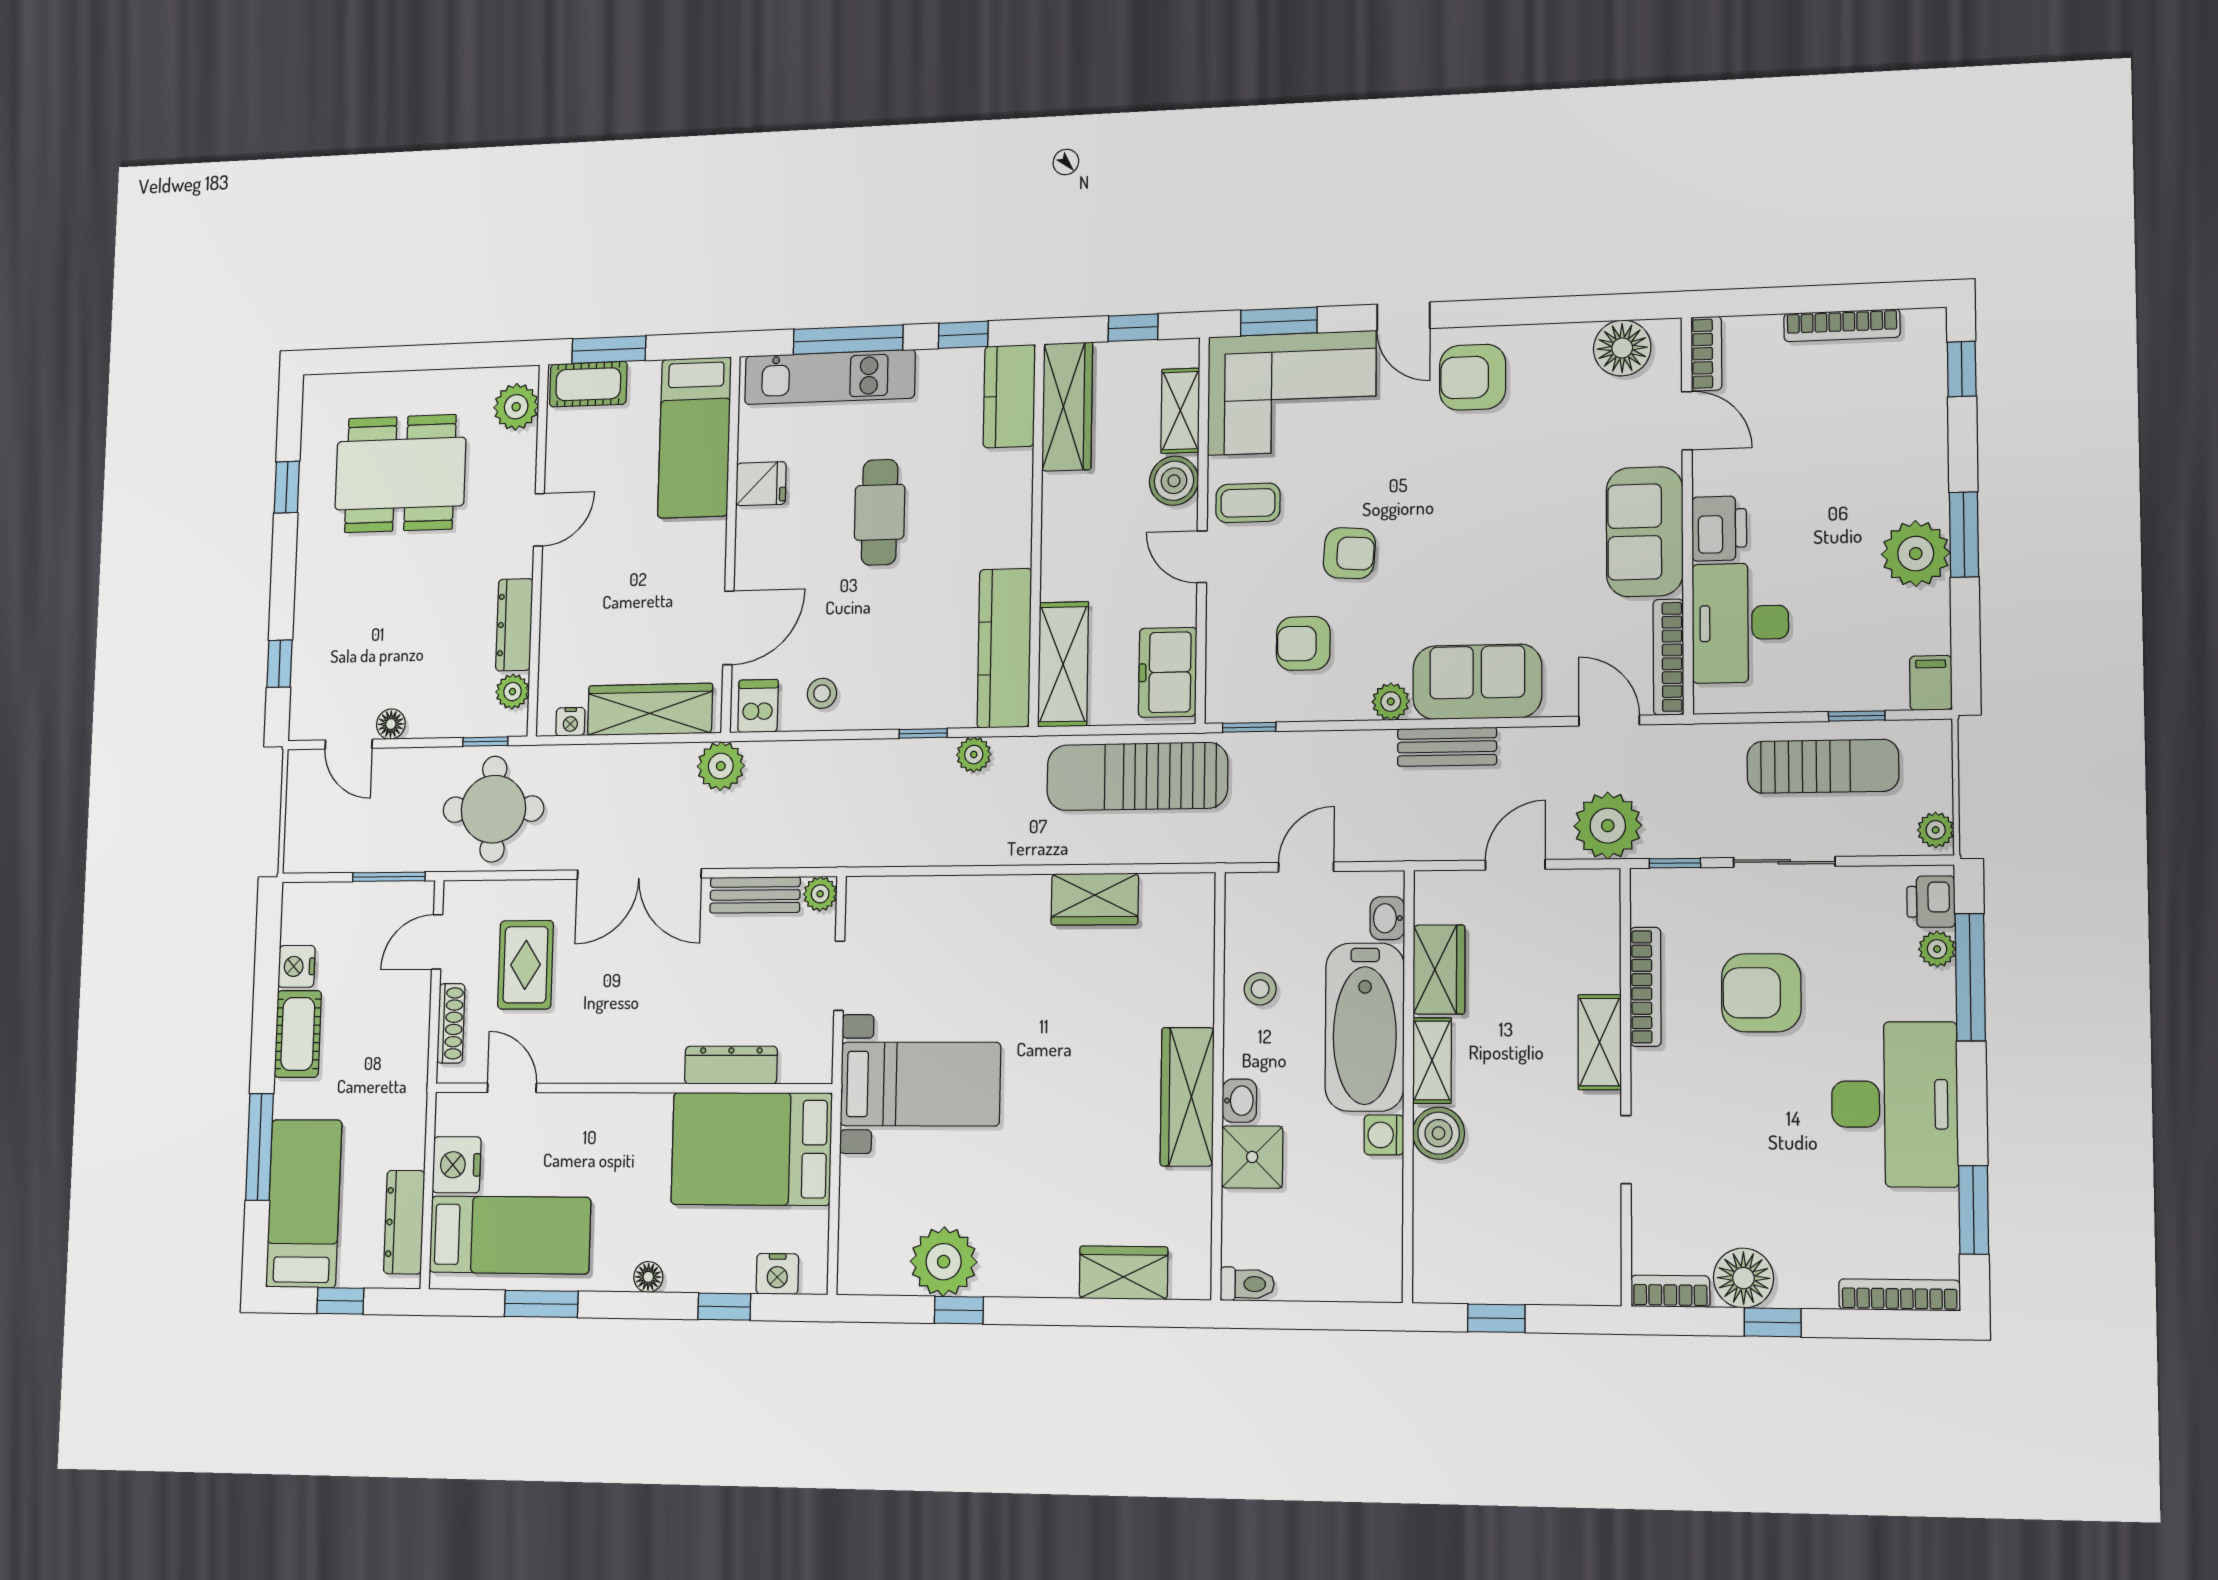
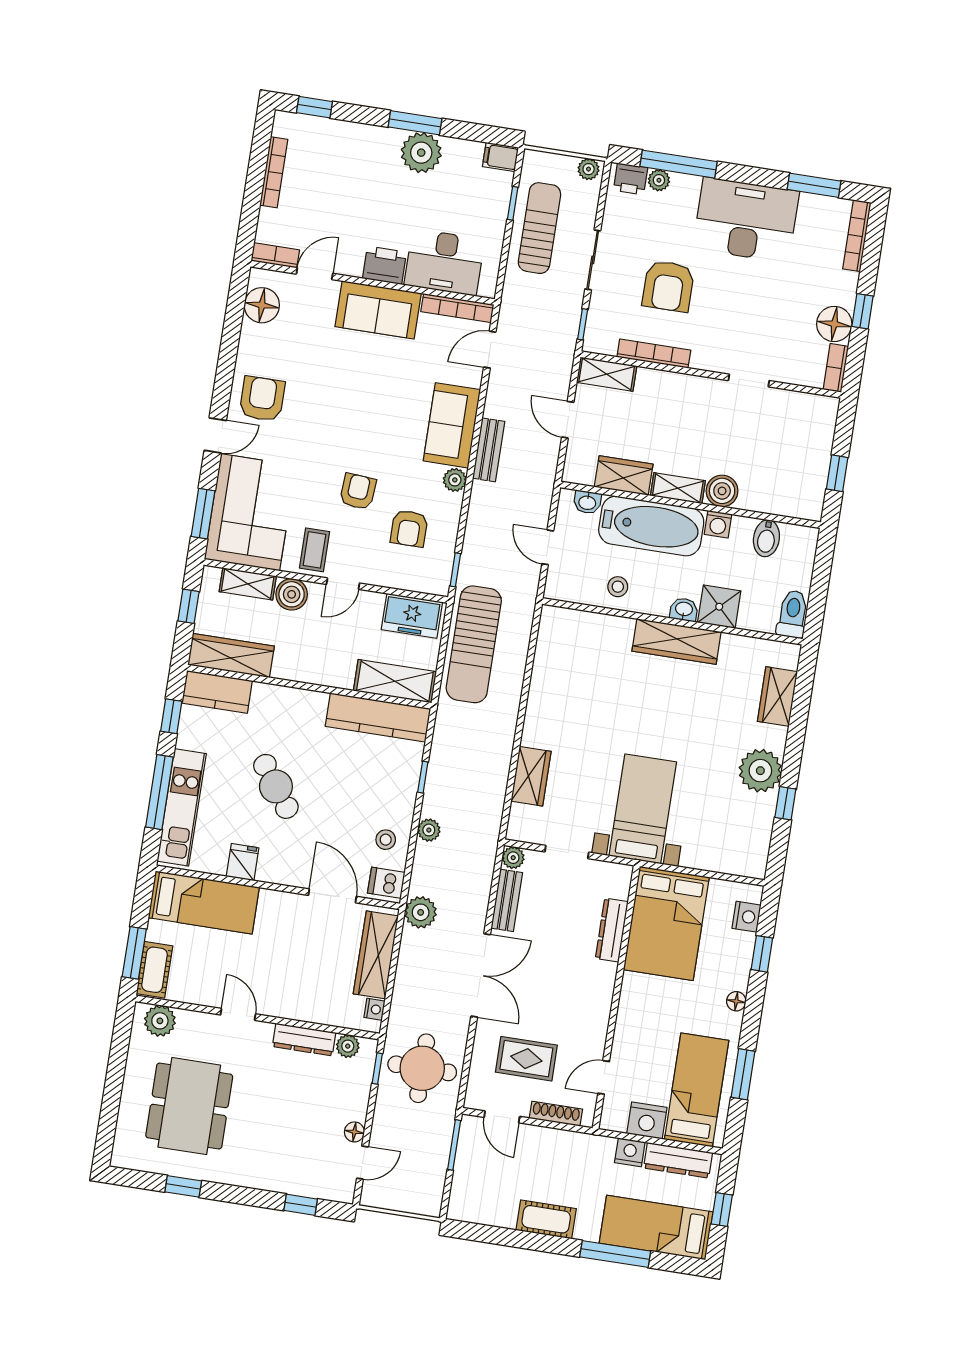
armchair: (1473, 377) -> (262, 399), turned 180
cafe table: (880, 512) -> (276, 786), turned 54
plant: (974, 755) -> (429, 830), moved
plant: (1608, 826) -> (553, 361), removed
wardrobe: (1095, 899) -> (531, 776), moved
nightstand: (297, 966) -> (630, 1152), moved, turned 180
shelving: (1600, 1042) -> (607, 374), moved
bidet: (1373, 1217) -> (766, 538), added
plant: (944, 1262) -> (760, 771), moved
toilet: (1247, 1284) -> (792, 614), width x1.37, depth x1.39

